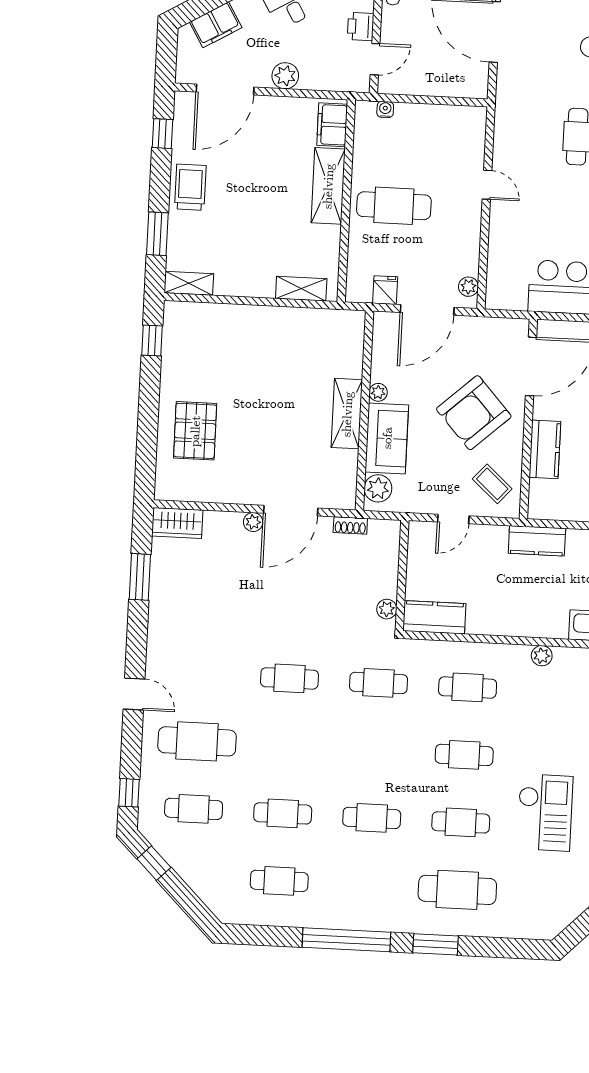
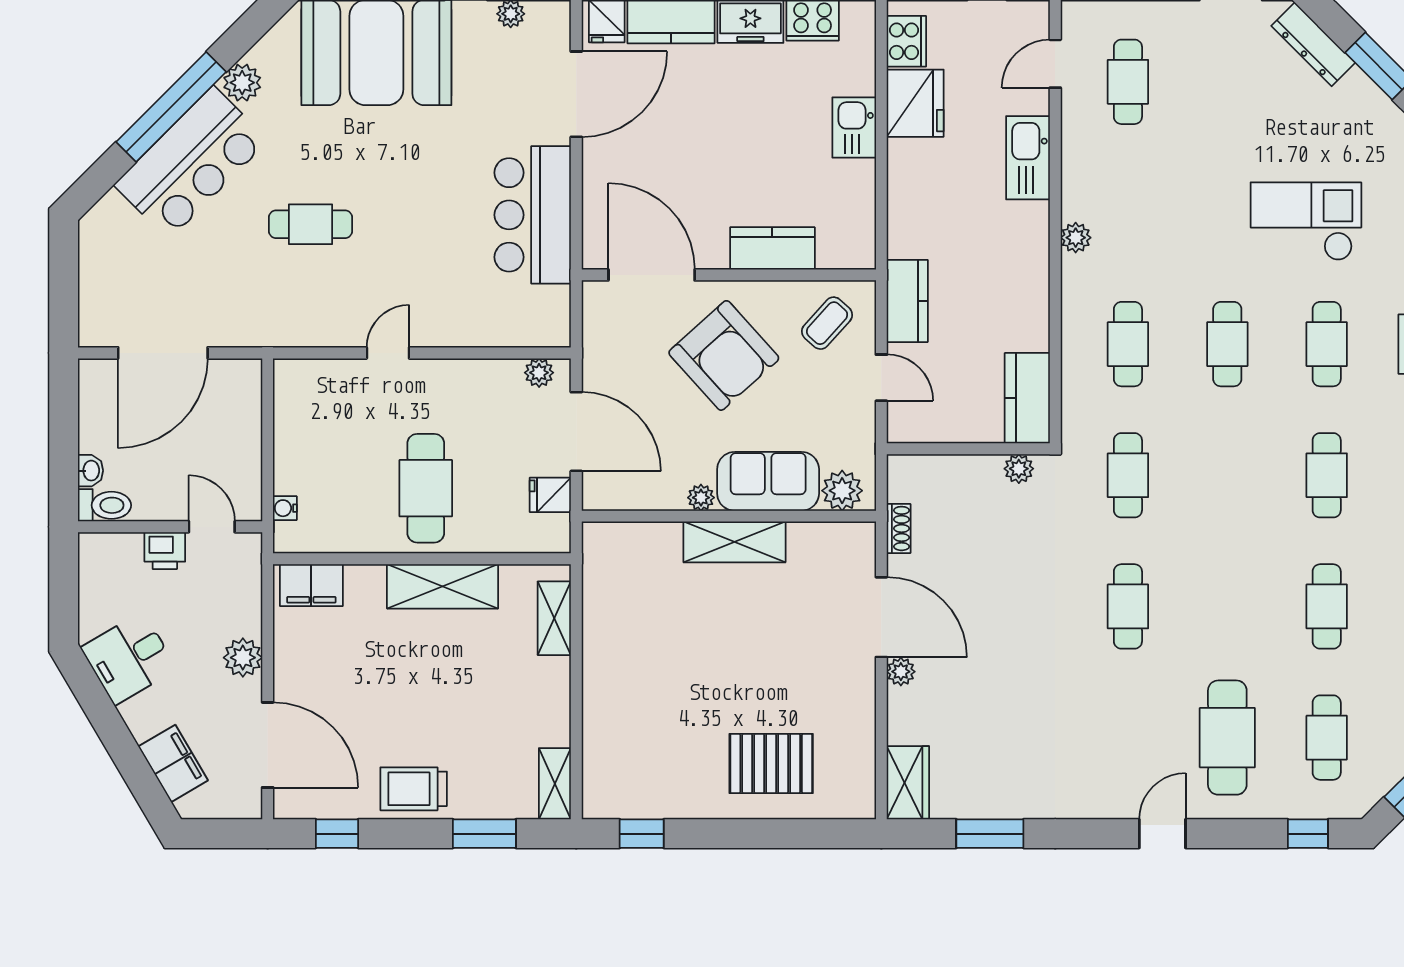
shelving: (328, 186) -> (443, 586), moved
kitchen counter: (537, 541) -> (907, 301), moved

